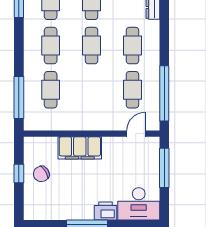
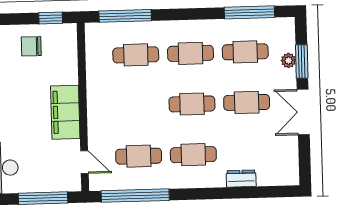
filing cabinet: (80, 148) -> (65, 112), moved
window: (19, 174) -> (51, 18), moved
chair: (41, 174) -> (31, 46), turned -58

